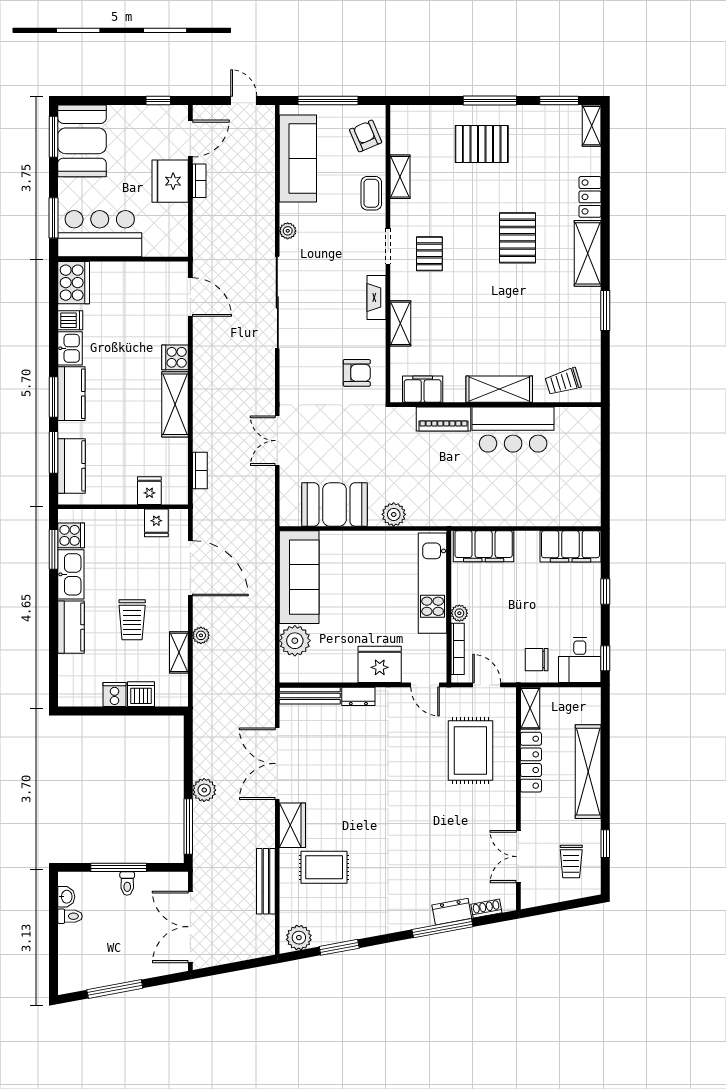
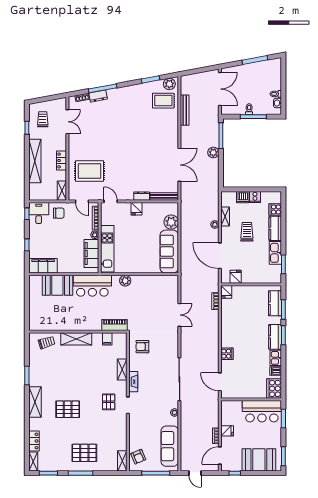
booth: (82, 141) -> (259, 460), moved, turned 90
shelving: (400, 177) -> (122, 461), moved
fridge: (170, 181) -> (227, 431), width x0.53, depth x0.75
coffee table: (371, 193) -> (136, 430), removed
locker: (590, 197) -> (34, 441), moved
pallet: (518, 238) -> (68, 409), turned 90
filing cabinet: (423, 389) -> (107, 339), width x0.50
shelving: (175, 404) -> (227, 332), removed
piano: (443, 419) -> (115, 325), moved
bar counter: (513, 430) -> (92, 286), moved, turned 180
fridge: (149, 491) -> (226, 292), moved
booth: (335, 504) -> (57, 285), moved
cooker: (71, 535) -> (275, 209), moved
filing cabinet: (484, 546) -> (91, 254), moved, turned -90
fridge: (380, 664) -> (136, 209), width x0.53, depth x0.75
rug: (470, 750) -> (90, 171), turned 90
locker: (531, 762) -> (61, 160), width x0.66
wardrobe: (292, 825) -> (172, 136), removed
rug: (324, 867) -> (163, 101), moved

